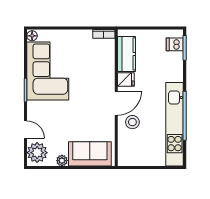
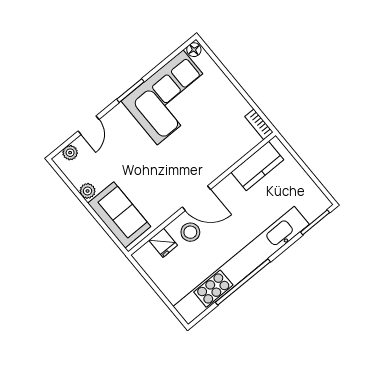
dishwasher: (175, 44) -> (310, 209), removed
fridge: (126, 80) -> (163, 243), moved
kitchen unit: (175, 124) -> (241, 265), width x1.36
plant: (37, 153) -> (70, 153), width x0.53, depth x0.53

